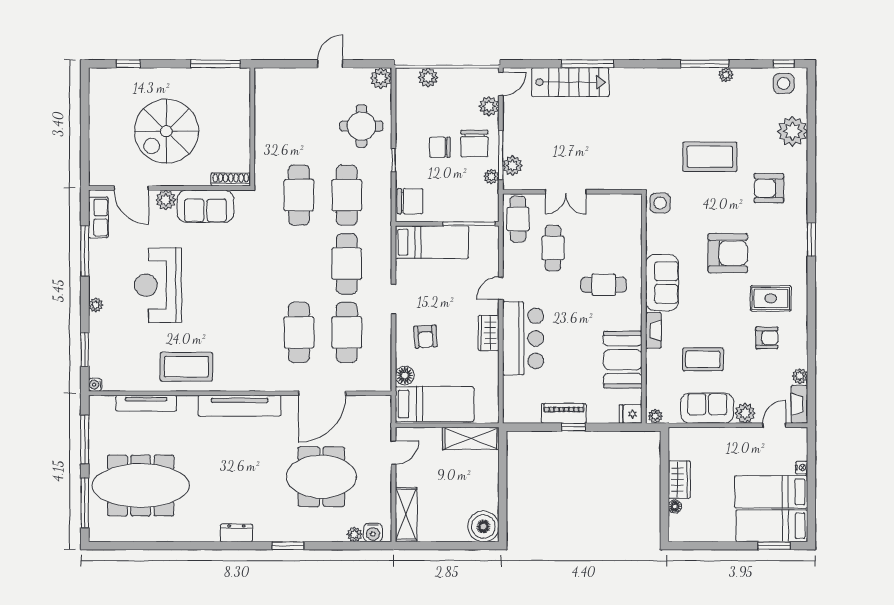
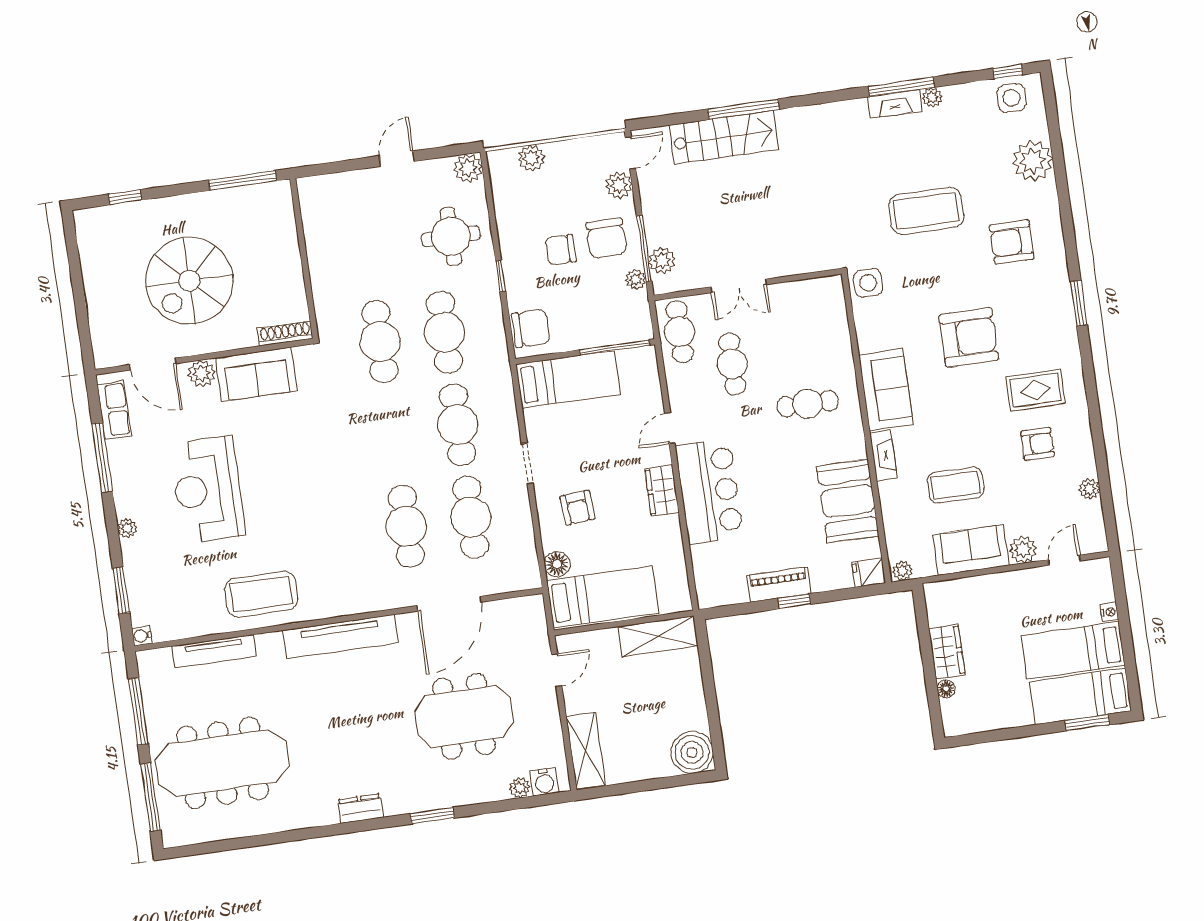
fireplace: (799, 404) -> (895, 104), moved, turned -90

